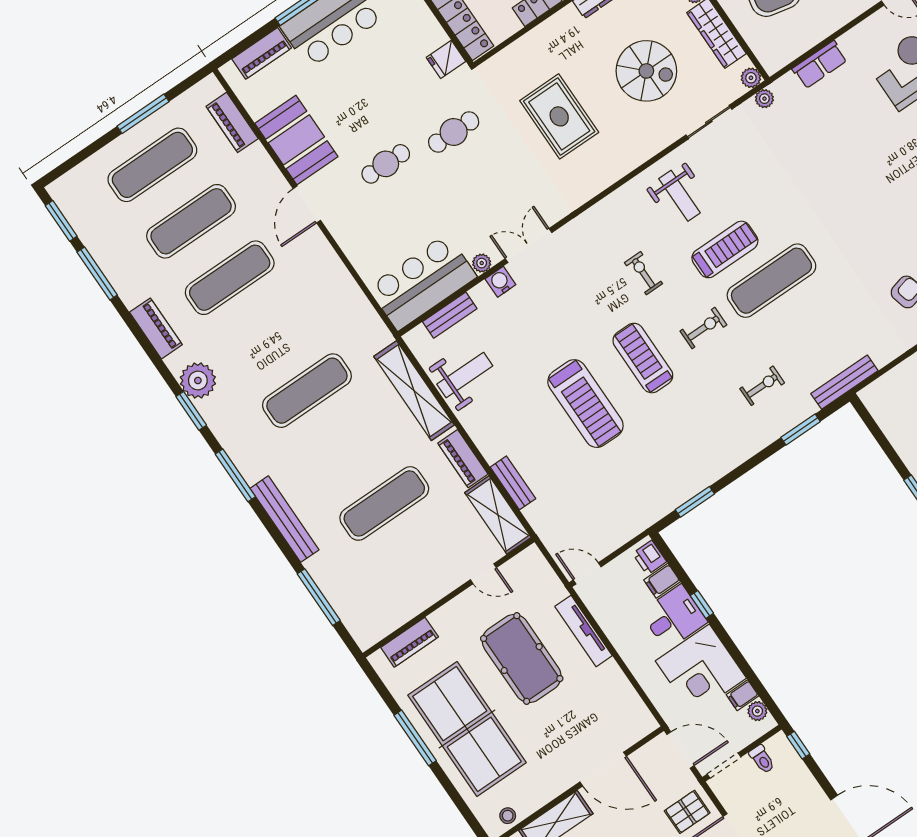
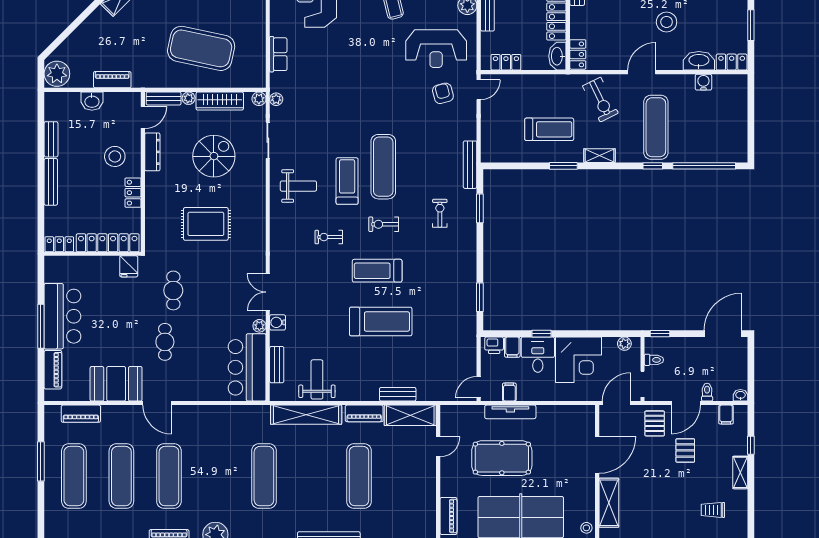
exercise bike: (703, 328) -> (384, 224), turned -90
filing cabinet: (742, 695) -> (509, 392), moved, turned 180

